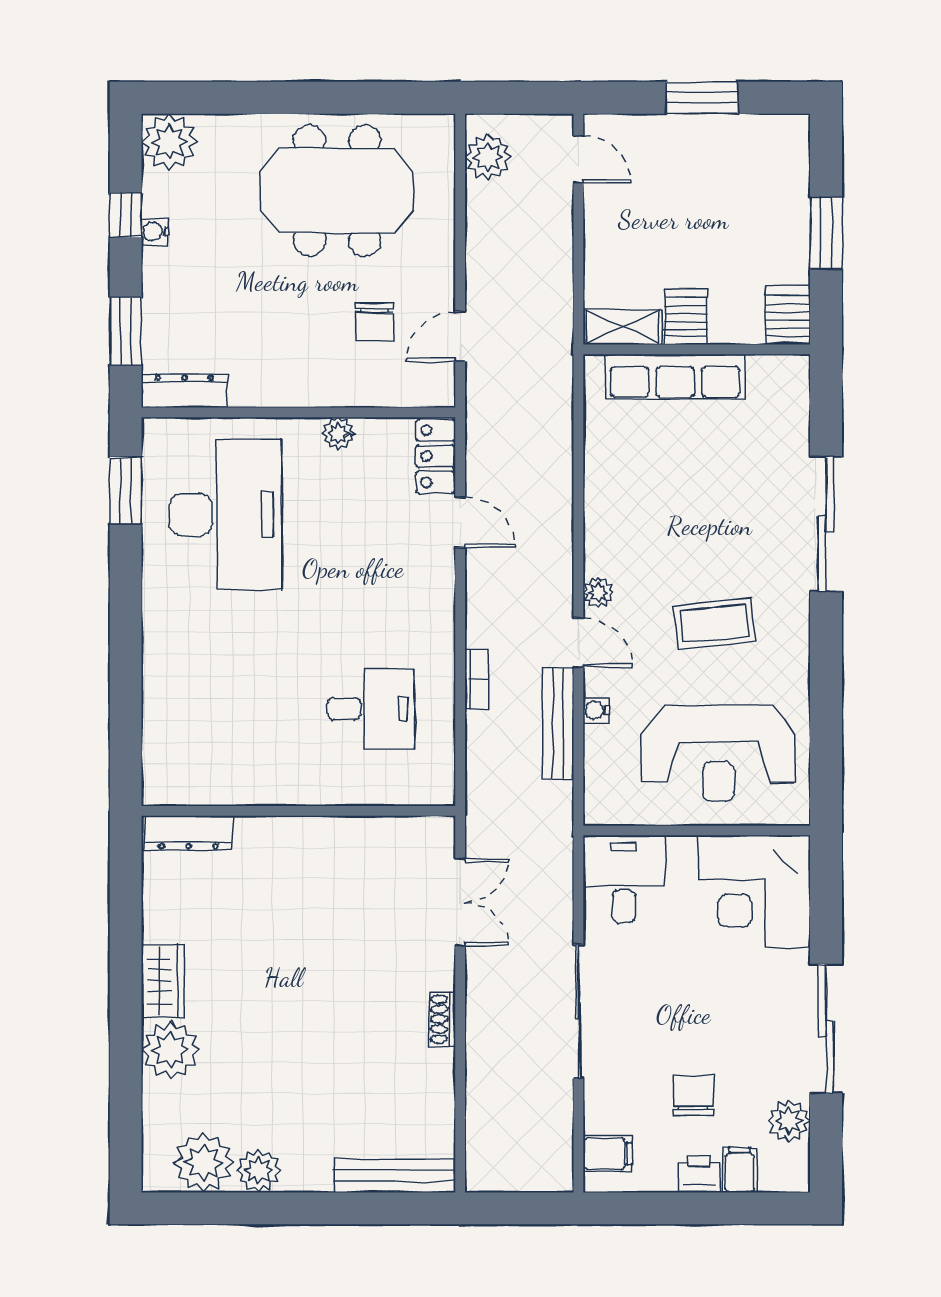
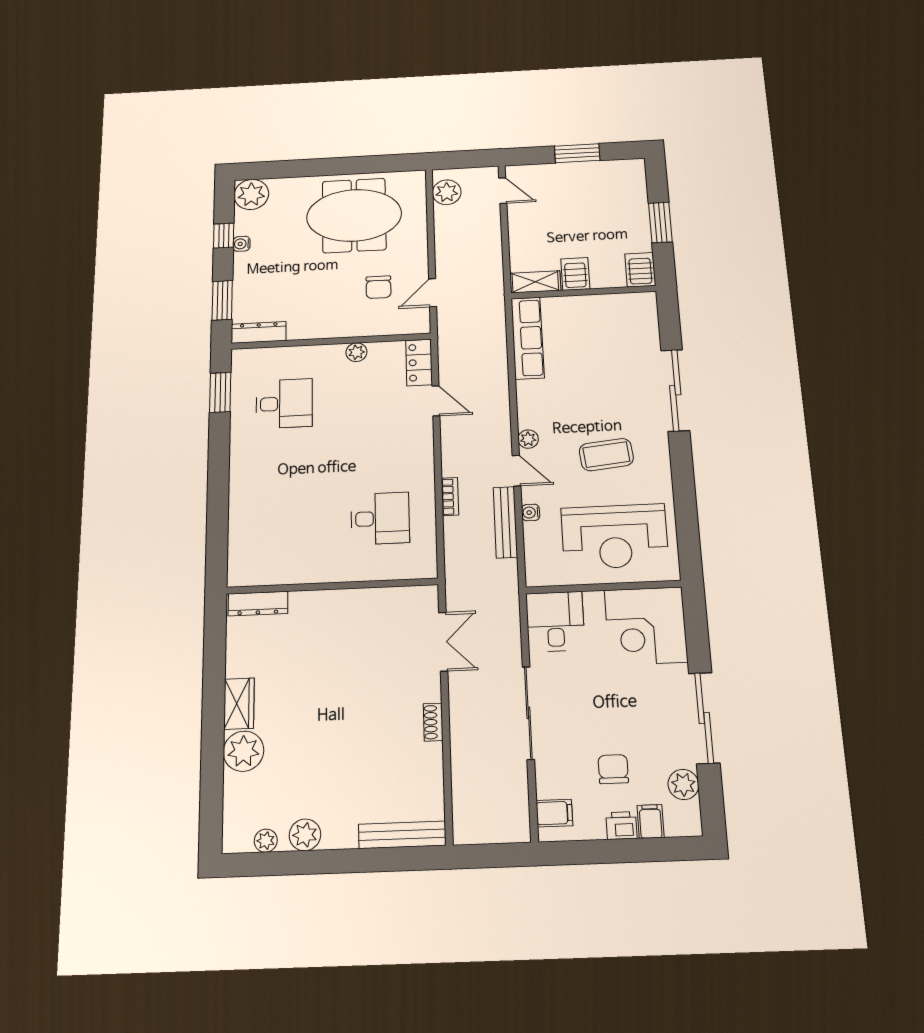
row of seats: (675, 377) -> (528, 338), moved, turned -90
desk: (226, 514) -> (284, 404), width x0.53, depth x0.77
plant: (203, 1163) -> (266, 841), width x0.53, depth x0.53

